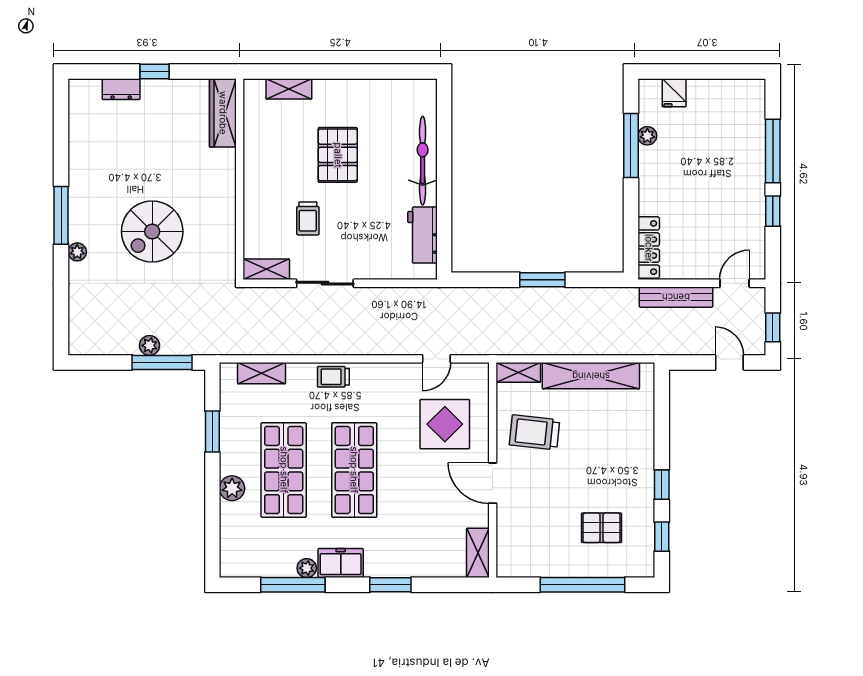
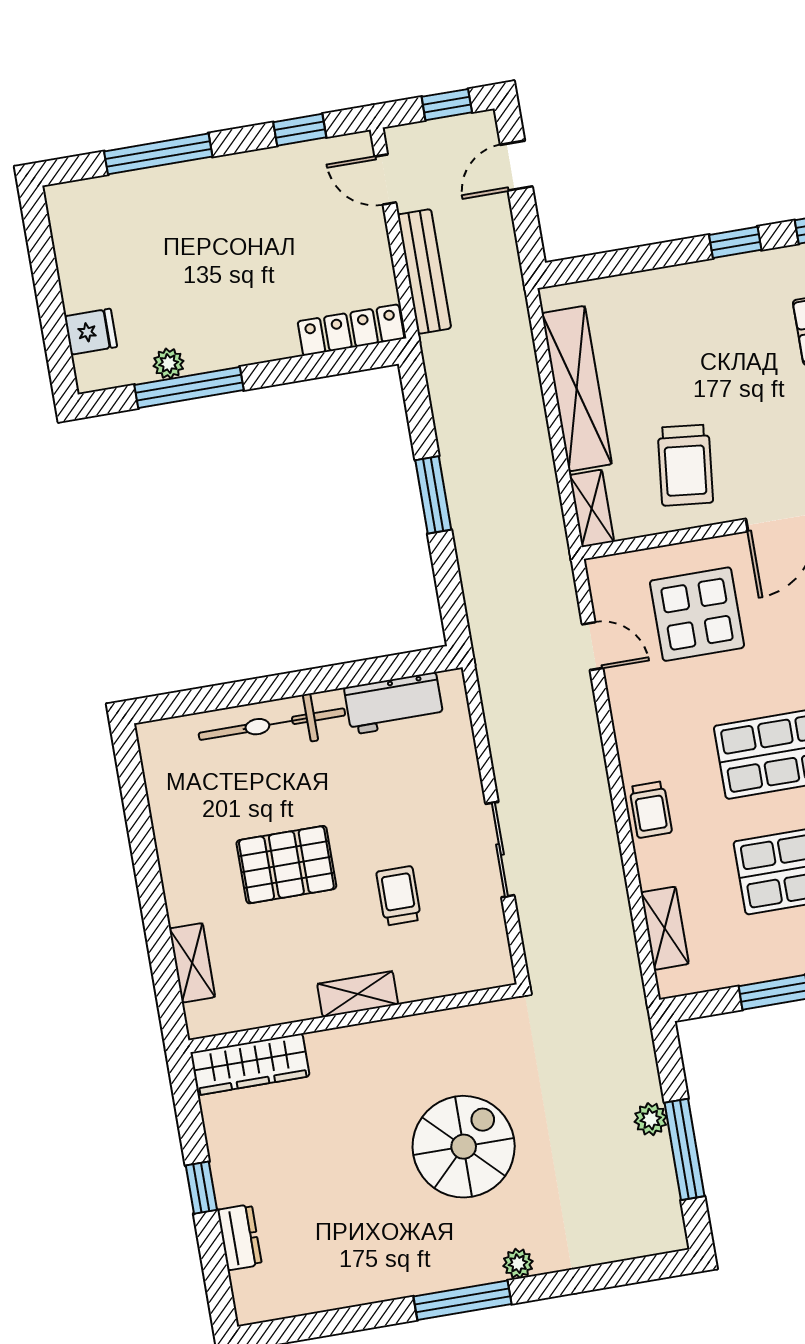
window: (773, 211) -> (300, 130), moved
trolley: (308, 218) -> (399, 896), turned -90
spiral stairs: (152, 232) -> (464, 1147), turned -90
shelving: (266, 269) -> (358, 994), moved, turned 90
window: (162, 362) -> (685, 1149), moved

